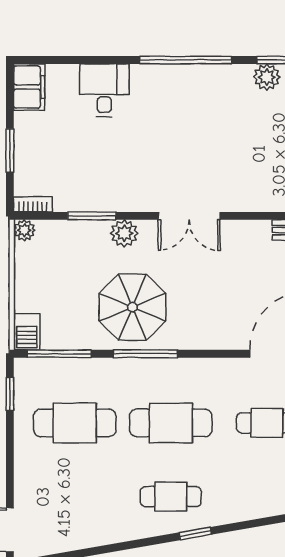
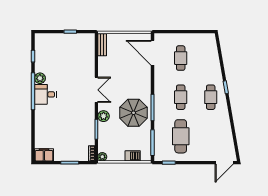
plant: (267, 77) -> (40, 78), moved
desk: (104, 90) -> (45, 94), moved
barbecue: (27, 332) -> (133, 156), moved
cafe table: (171, 423) -> (181, 97), width x0.73, depth x0.74

